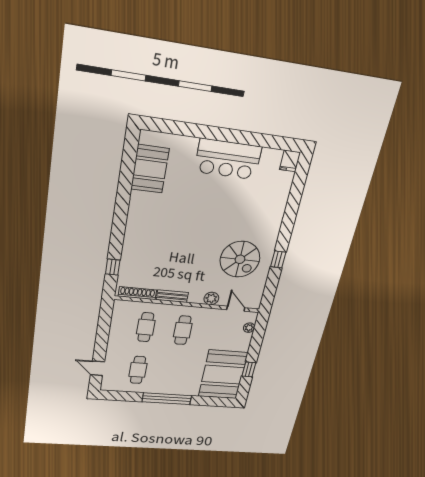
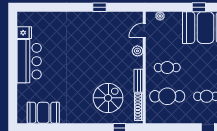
fridge: (290, 161) -> (24, 33), moved
spiral stairs: (240, 259) -> (108, 98), moved
cafe table: (146, 327) -> (167, 96), width x1.37, depth x1.35

